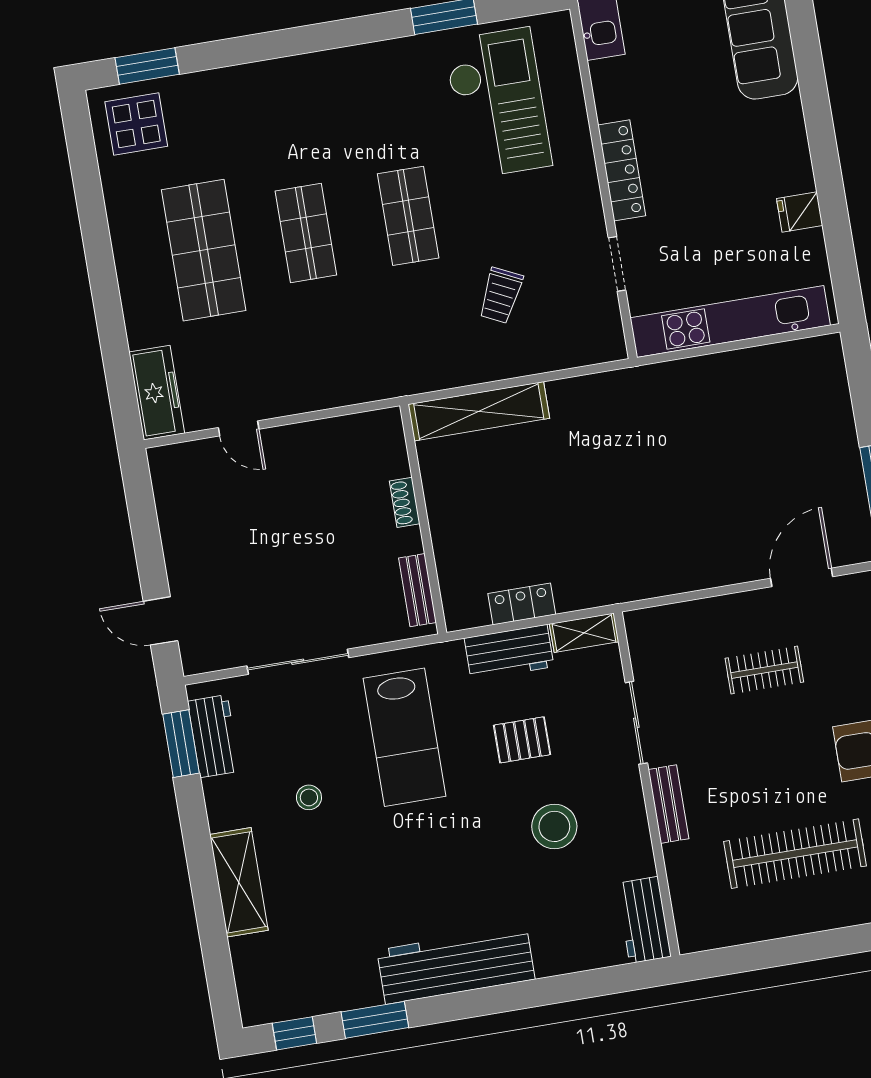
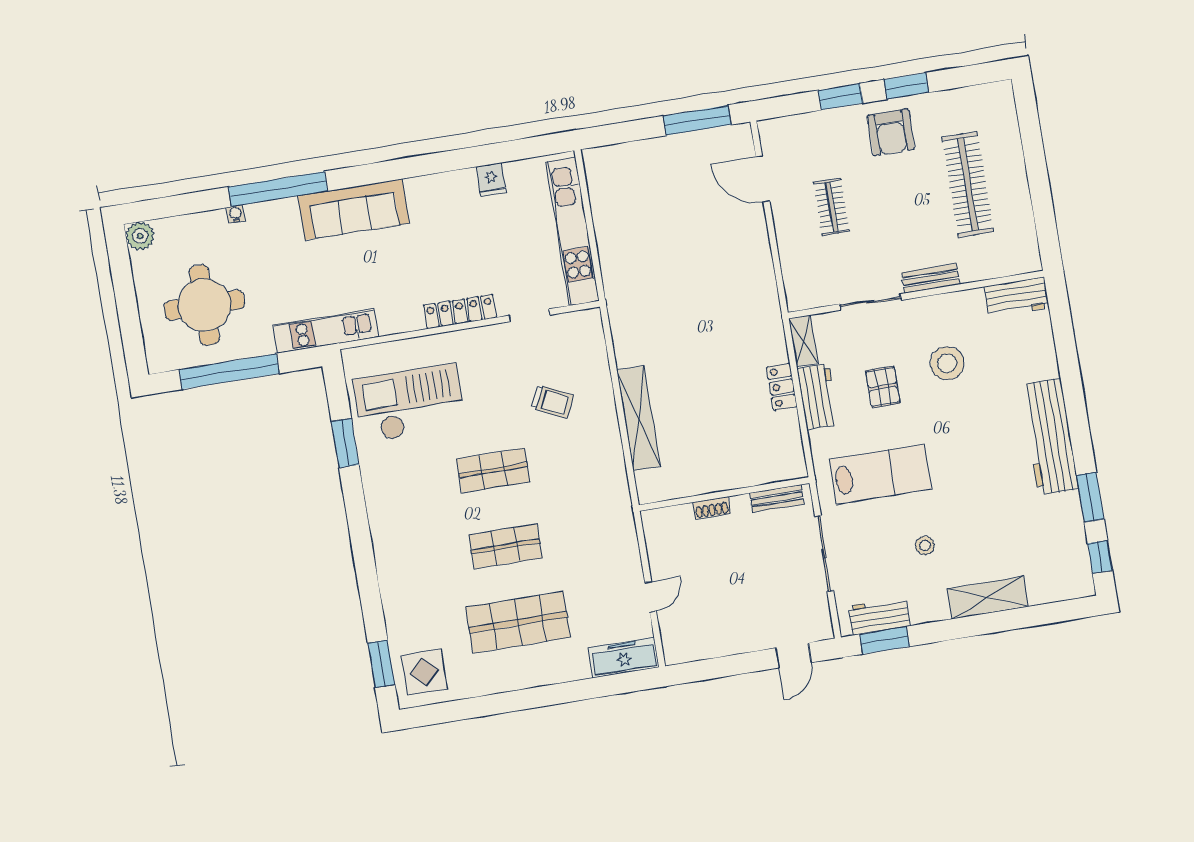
shoe rack: (405, 502) -> (712, 508), moved
wall: (423, 519) -> (724, 494), moved
bench: (417, 590) -> (777, 498), moved

